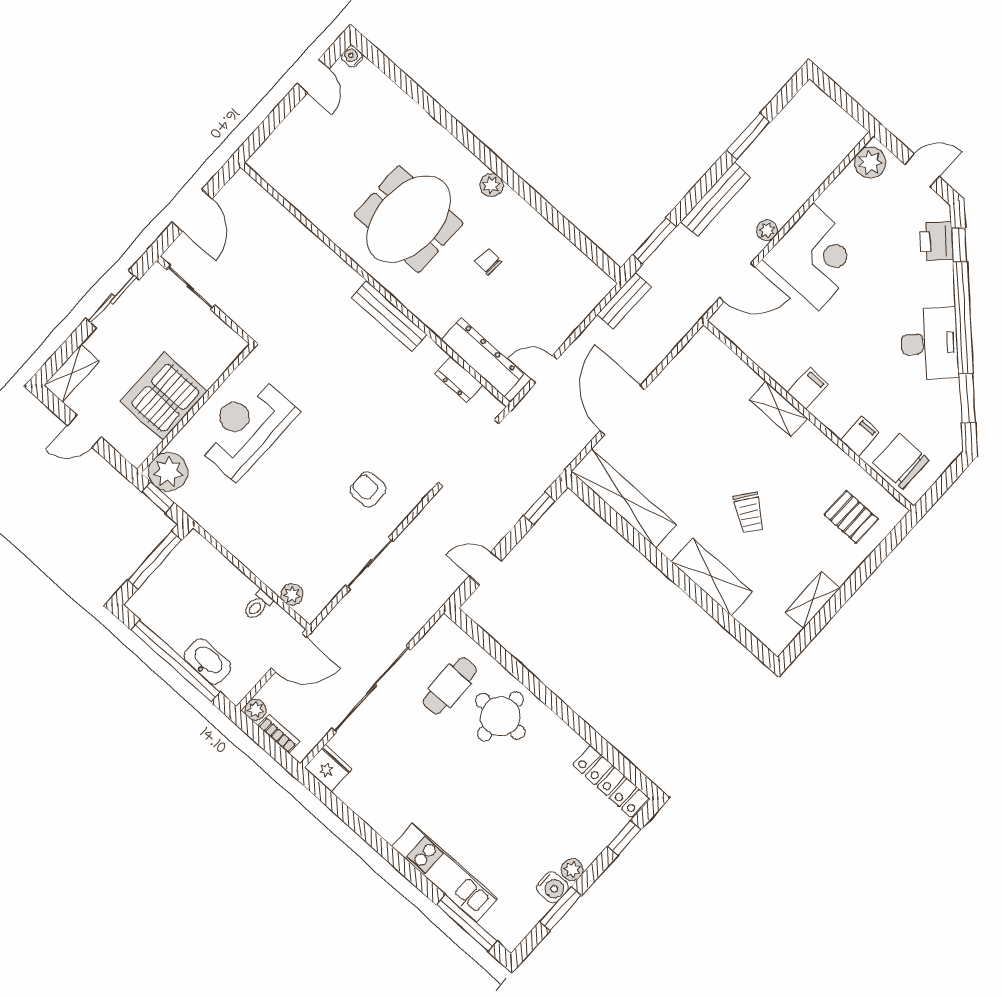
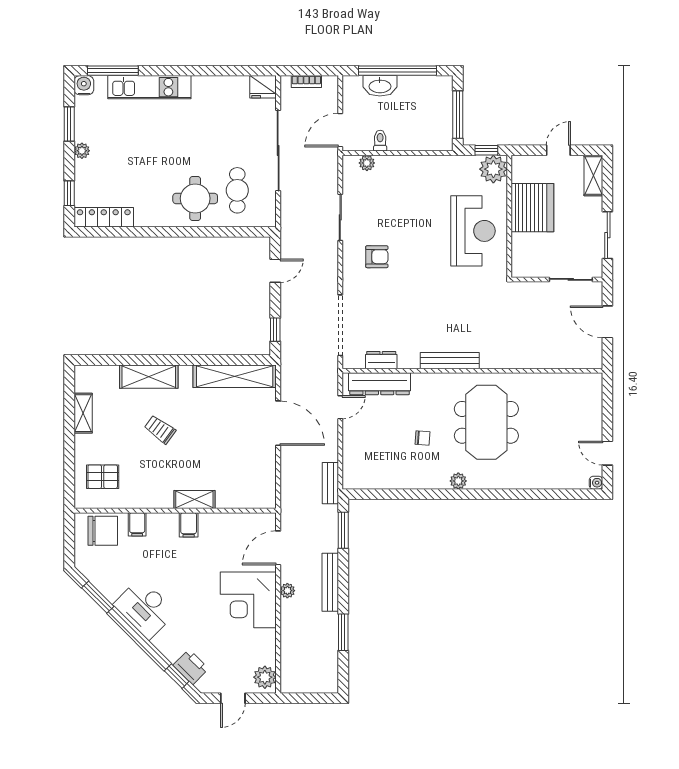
plant: (255, 710) -> (331, 83), removed
water cooler: (553, 887) -> (84, 85), moved, turned 90

